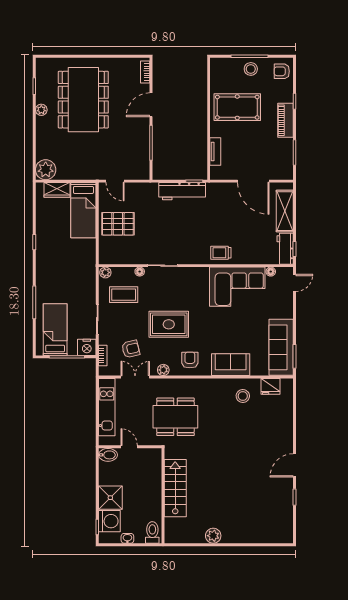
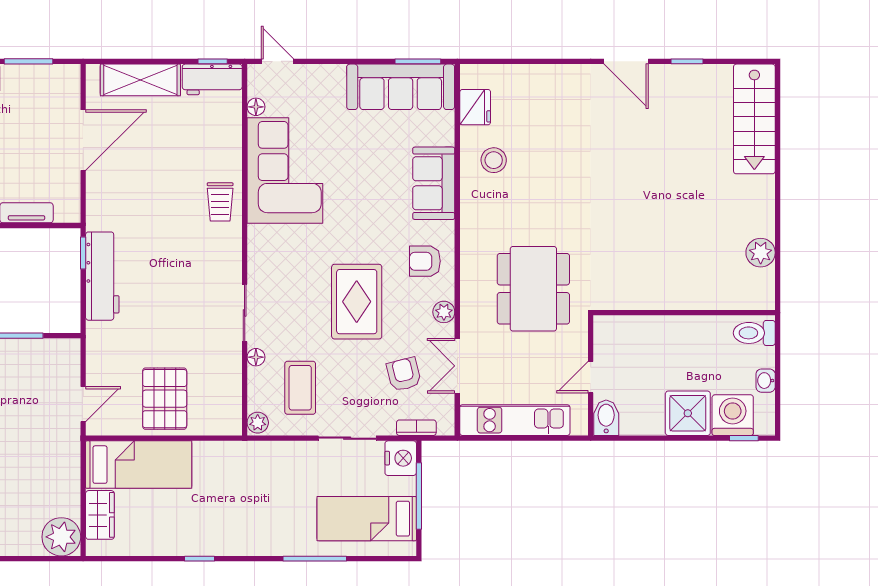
stairs: (175, 488) -> (754, 119), moved, turned -90
plant: (213, 536) -> (761, 253), moved

